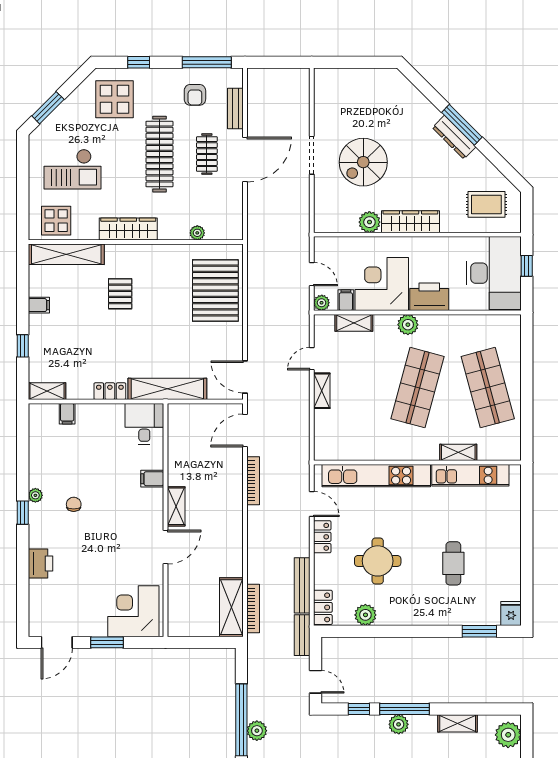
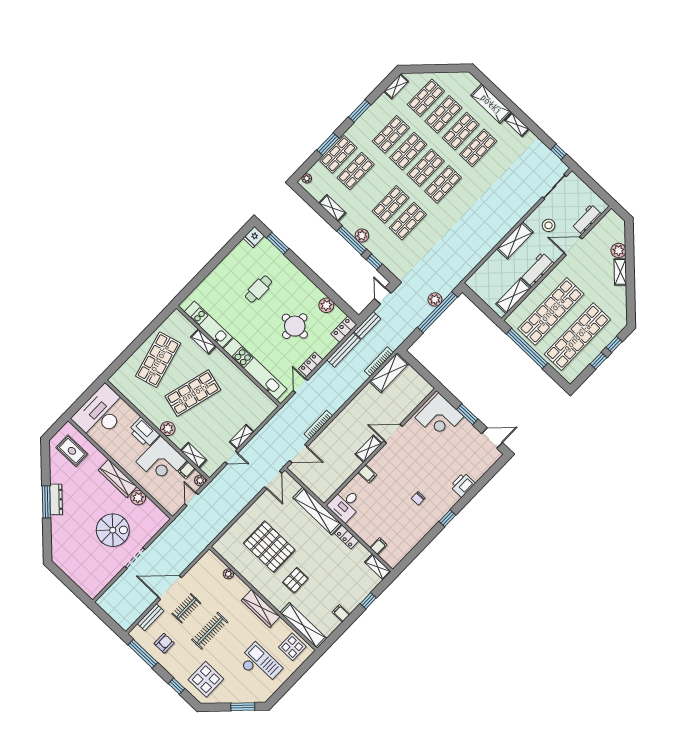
clothes rail: (159, 154) -> (210, 631), width x0.73, depth x0.76
window: (527, 266) -> (81, 401), removed
pallet: (215, 291) -> (269, 547), moved, turned 90
plant: (35, 495) -> (433, 521), removed
plant: (508, 735) -> (307, 178), width x0.53, depth x0.53

